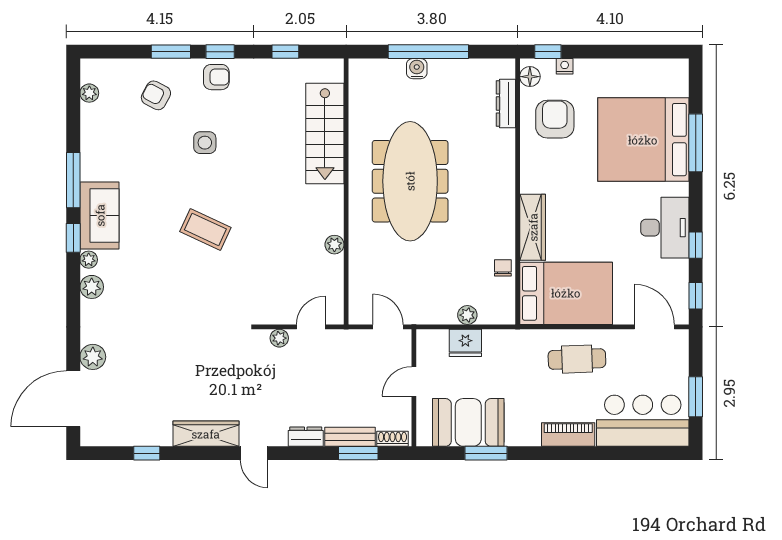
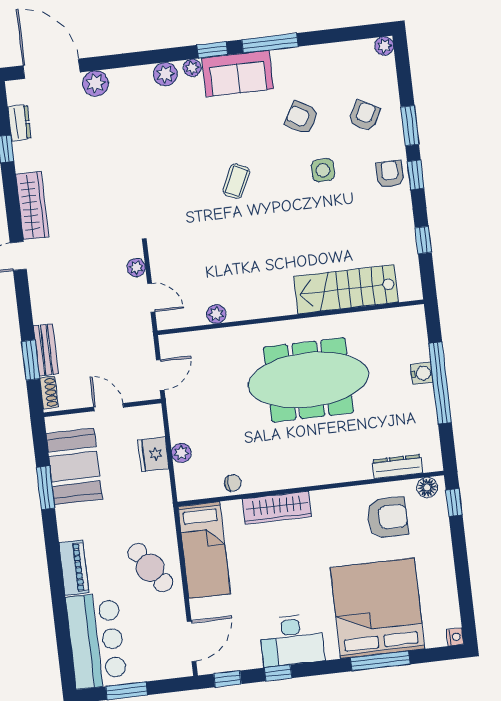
nightstand: (565, 66) -> (455, 637), moved
armchair: (216, 77) -> (390, 174), turned 180
plant: (89, 93) -> (384, 46), moved
armchair: (150, 158) -> (301, 118), added
coffee table: (205, 229) -> (236, 181), width x0.73, depth x0.77
plant: (334, 245) -> (216, 314), moved
bed: (566, 293) -> (204, 550), width x0.67
cafe table: (577, 359) -> (150, 568), turned -32
dresser: (306, 437) -> (19, 123), moved

